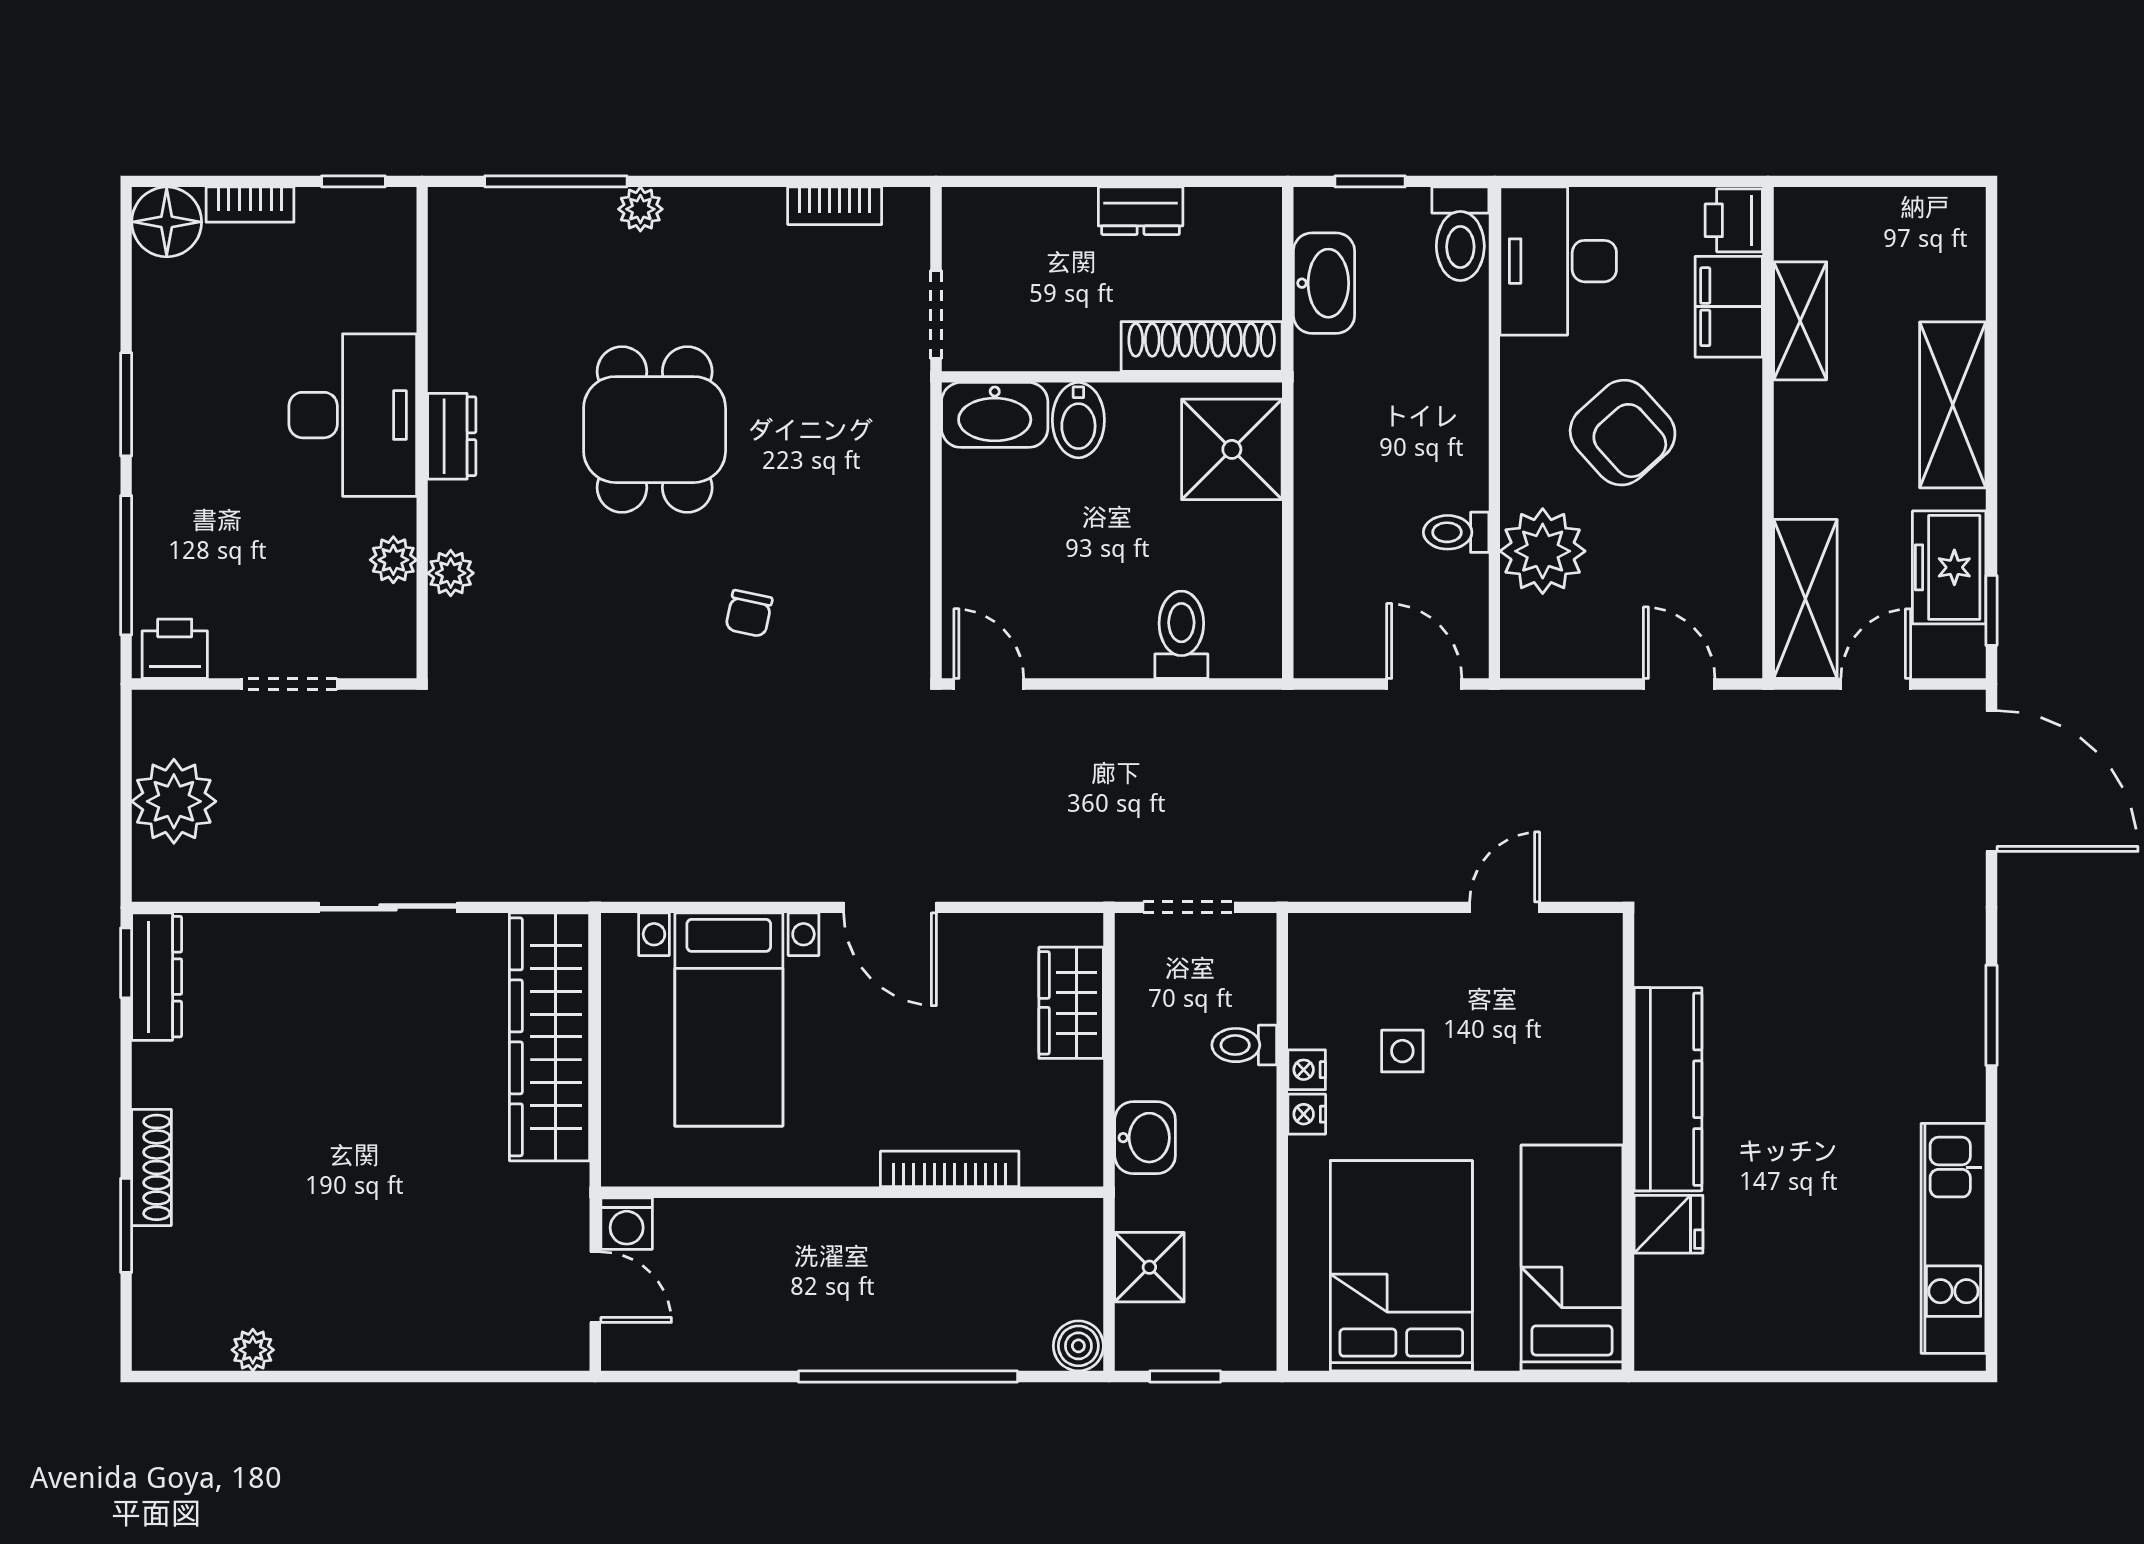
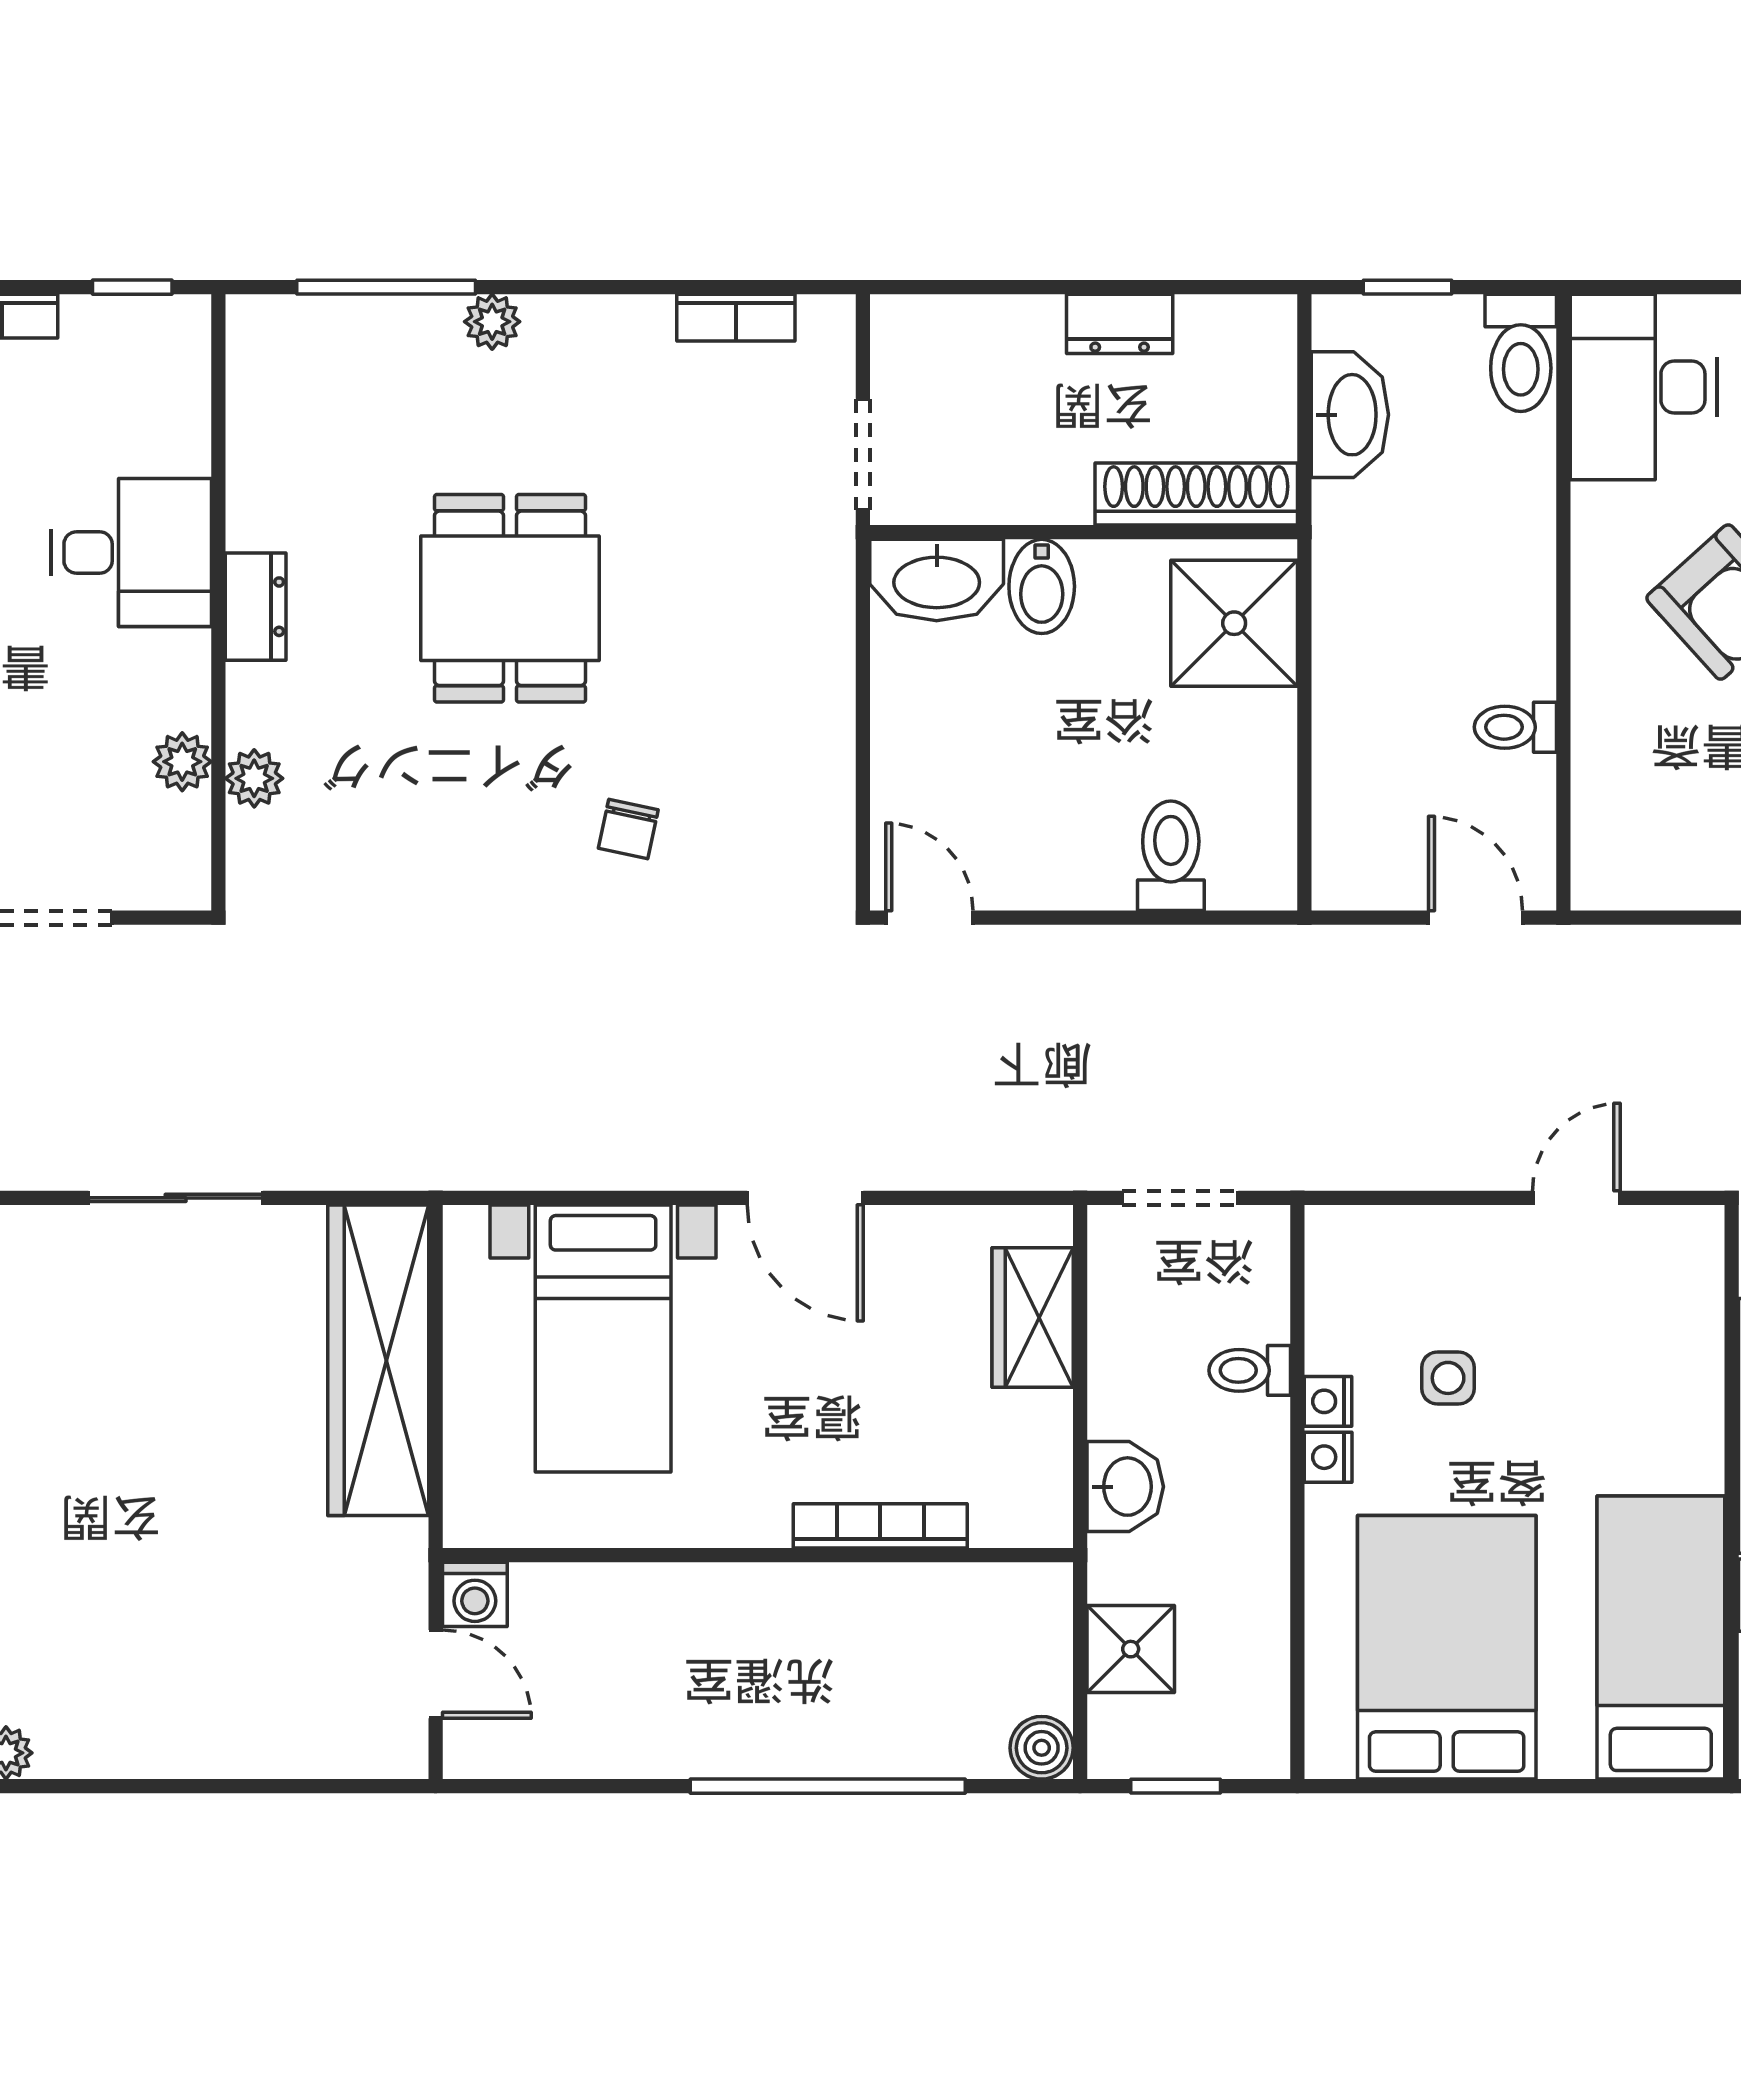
desk: (353, 415) -> (131, 553), width x0.73
plant: (1543, 551) -> (1624, 751), removed

